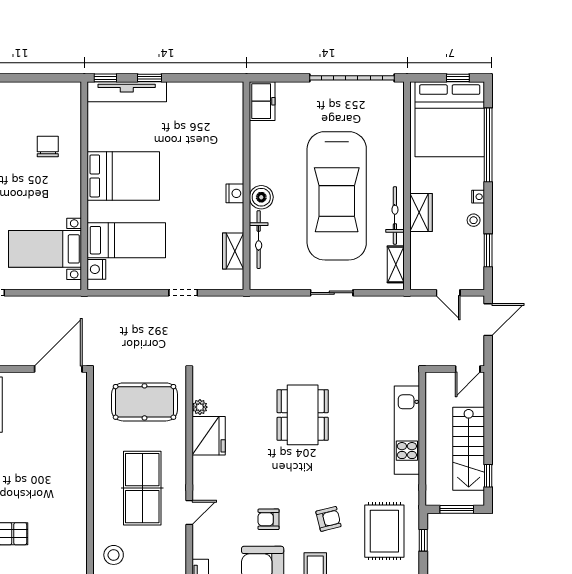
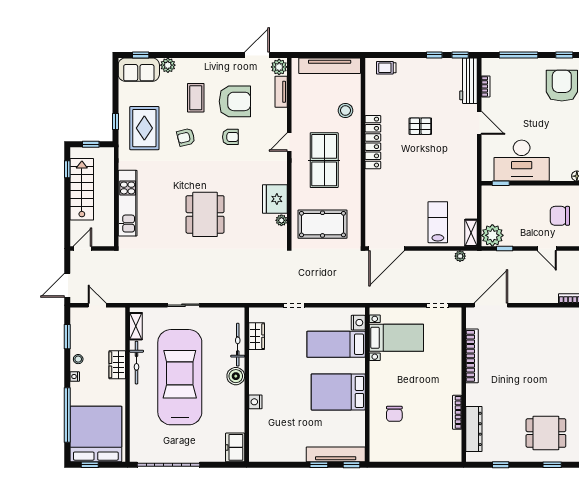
nightstand: (235, 193) -> (255, 402), moved
window: (457, 509) -> (91, 144), width x0.67
locker: (77, 512) -> (373, 142), added

